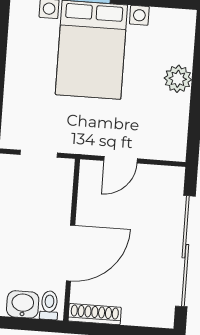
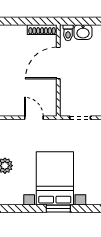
door: (121, 160) -> (34, 118), hinge flipped

